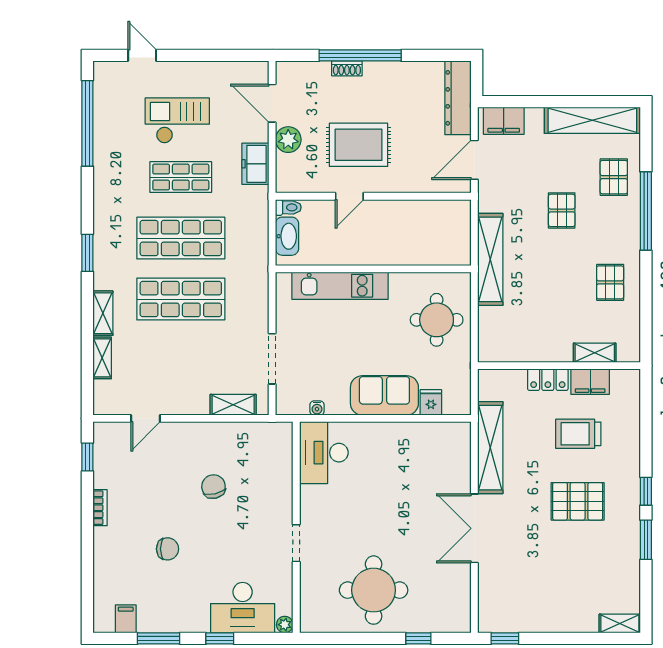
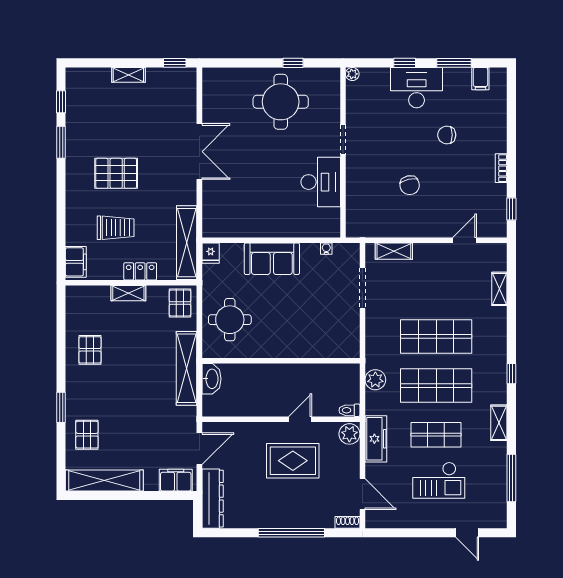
shoe rack: (347, 68) -> (348, 522), moved
window: (87, 123) -> (511, 478), width x0.68
plant: (288, 140) -> (349, 434), moved
freezer: (255, 164) -> (376, 439), width x1.40
pallet: (562, 210) -> (180, 303), moved
window: (646, 211) -> (61, 407), width x0.47
washbasin: (287, 236) -> (211, 379), moved, turned 180
plant: (256, 245) -> (375, 380), added
window: (87, 253) -> (511, 374), width x0.67
kitchen unit: (340, 286) -> (308, 347), removed
shelving: (103, 313) -> (499, 423), moved
shelving: (595, 353) -> (128, 293), moved
filing cabinet: (590, 382) -> (76, 262), moved, turned 90
fridge: (431, 402) -> (211, 253), moved
shelving: (490, 448) -> (187, 243), moved
desk: (324, 453) -> (321, 182), moved
window: (646, 491) -> (61, 102), moved
desk: (243, 608) -> (417, 88), moved
shelving: (620, 624) -> (128, 75), moved
window: (418, 638) -> (293, 63), moved

